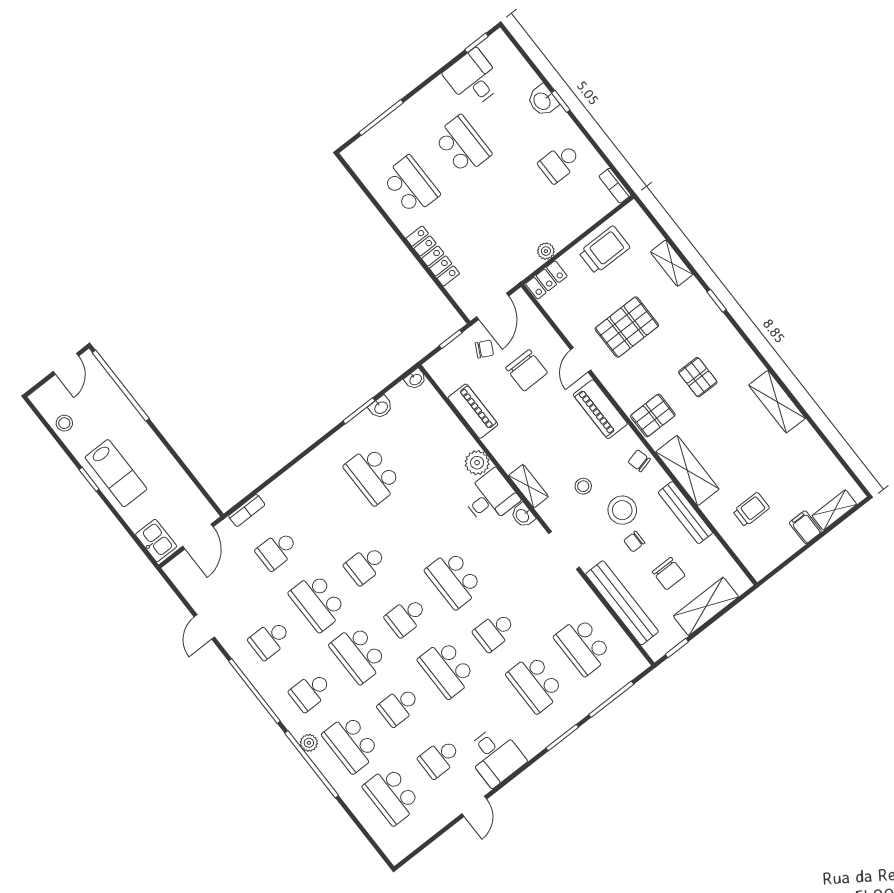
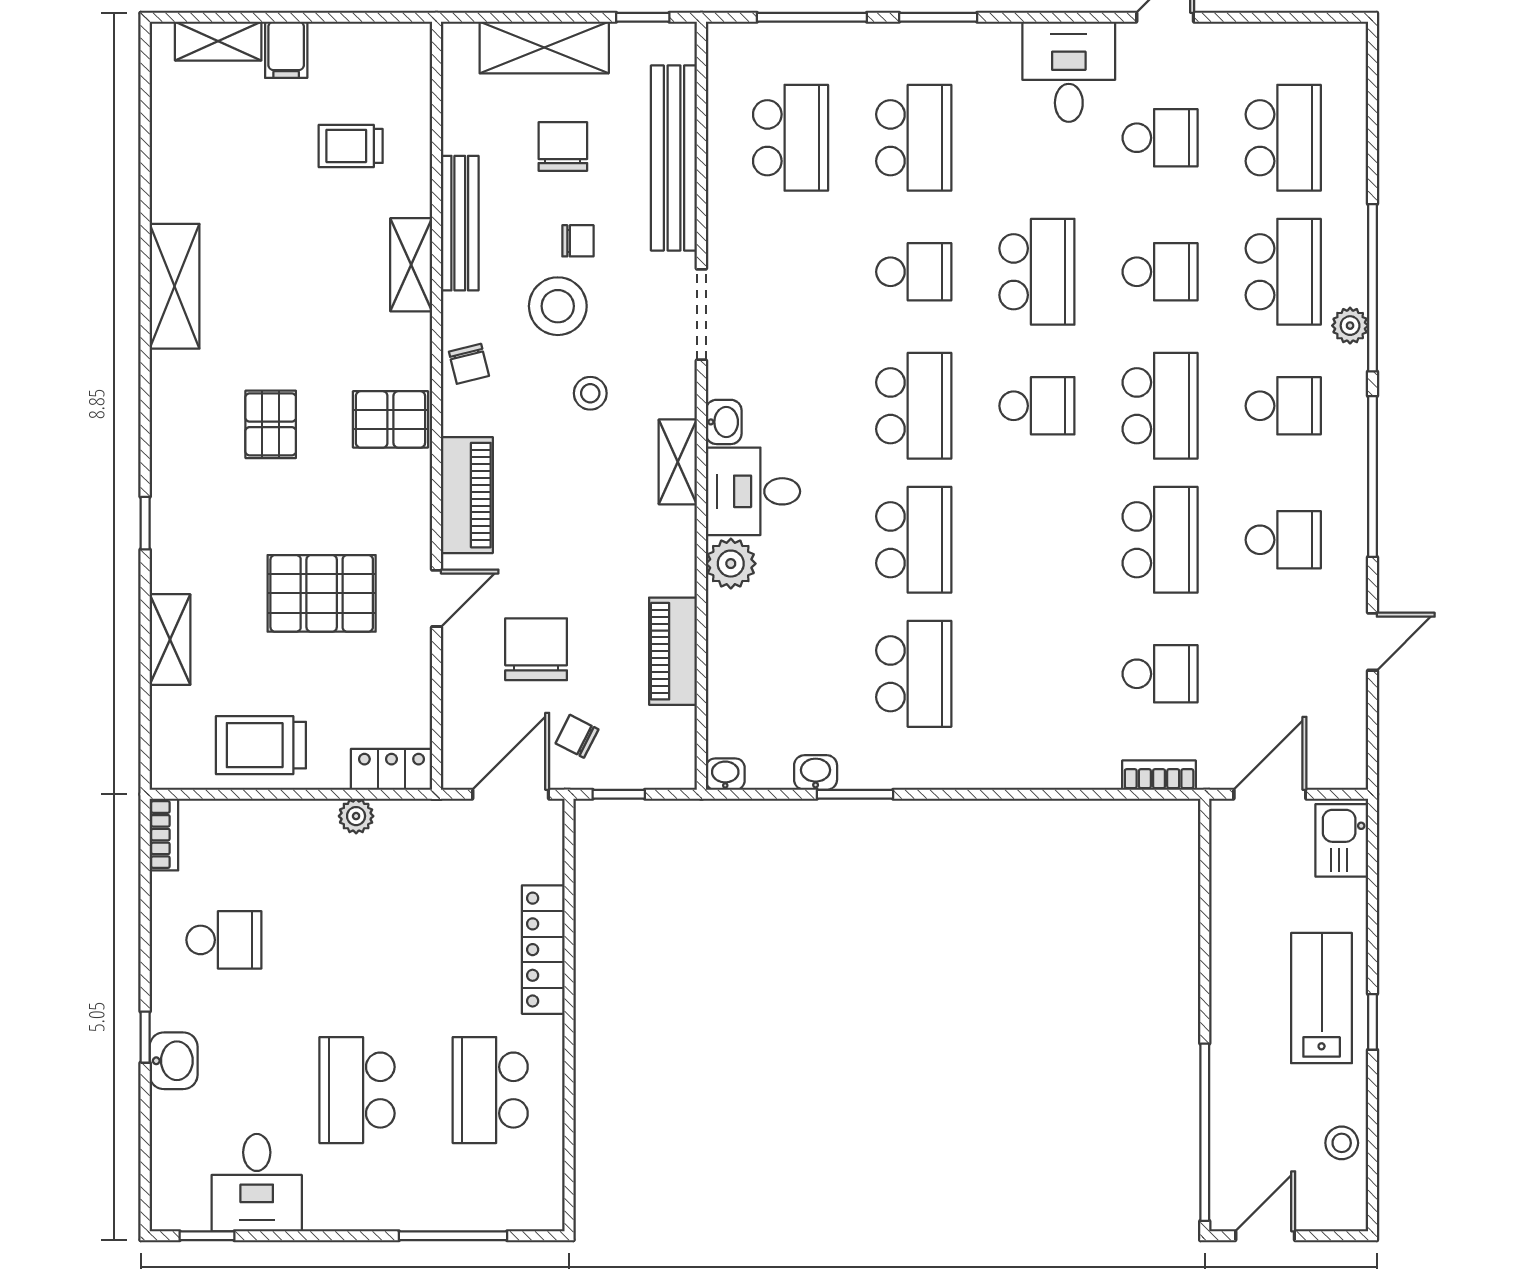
shelving: (687, 471) -> (411, 265), width x0.67, depth x0.75
school desk: (365, 565) -> (914, 540), moved, width x1.85

